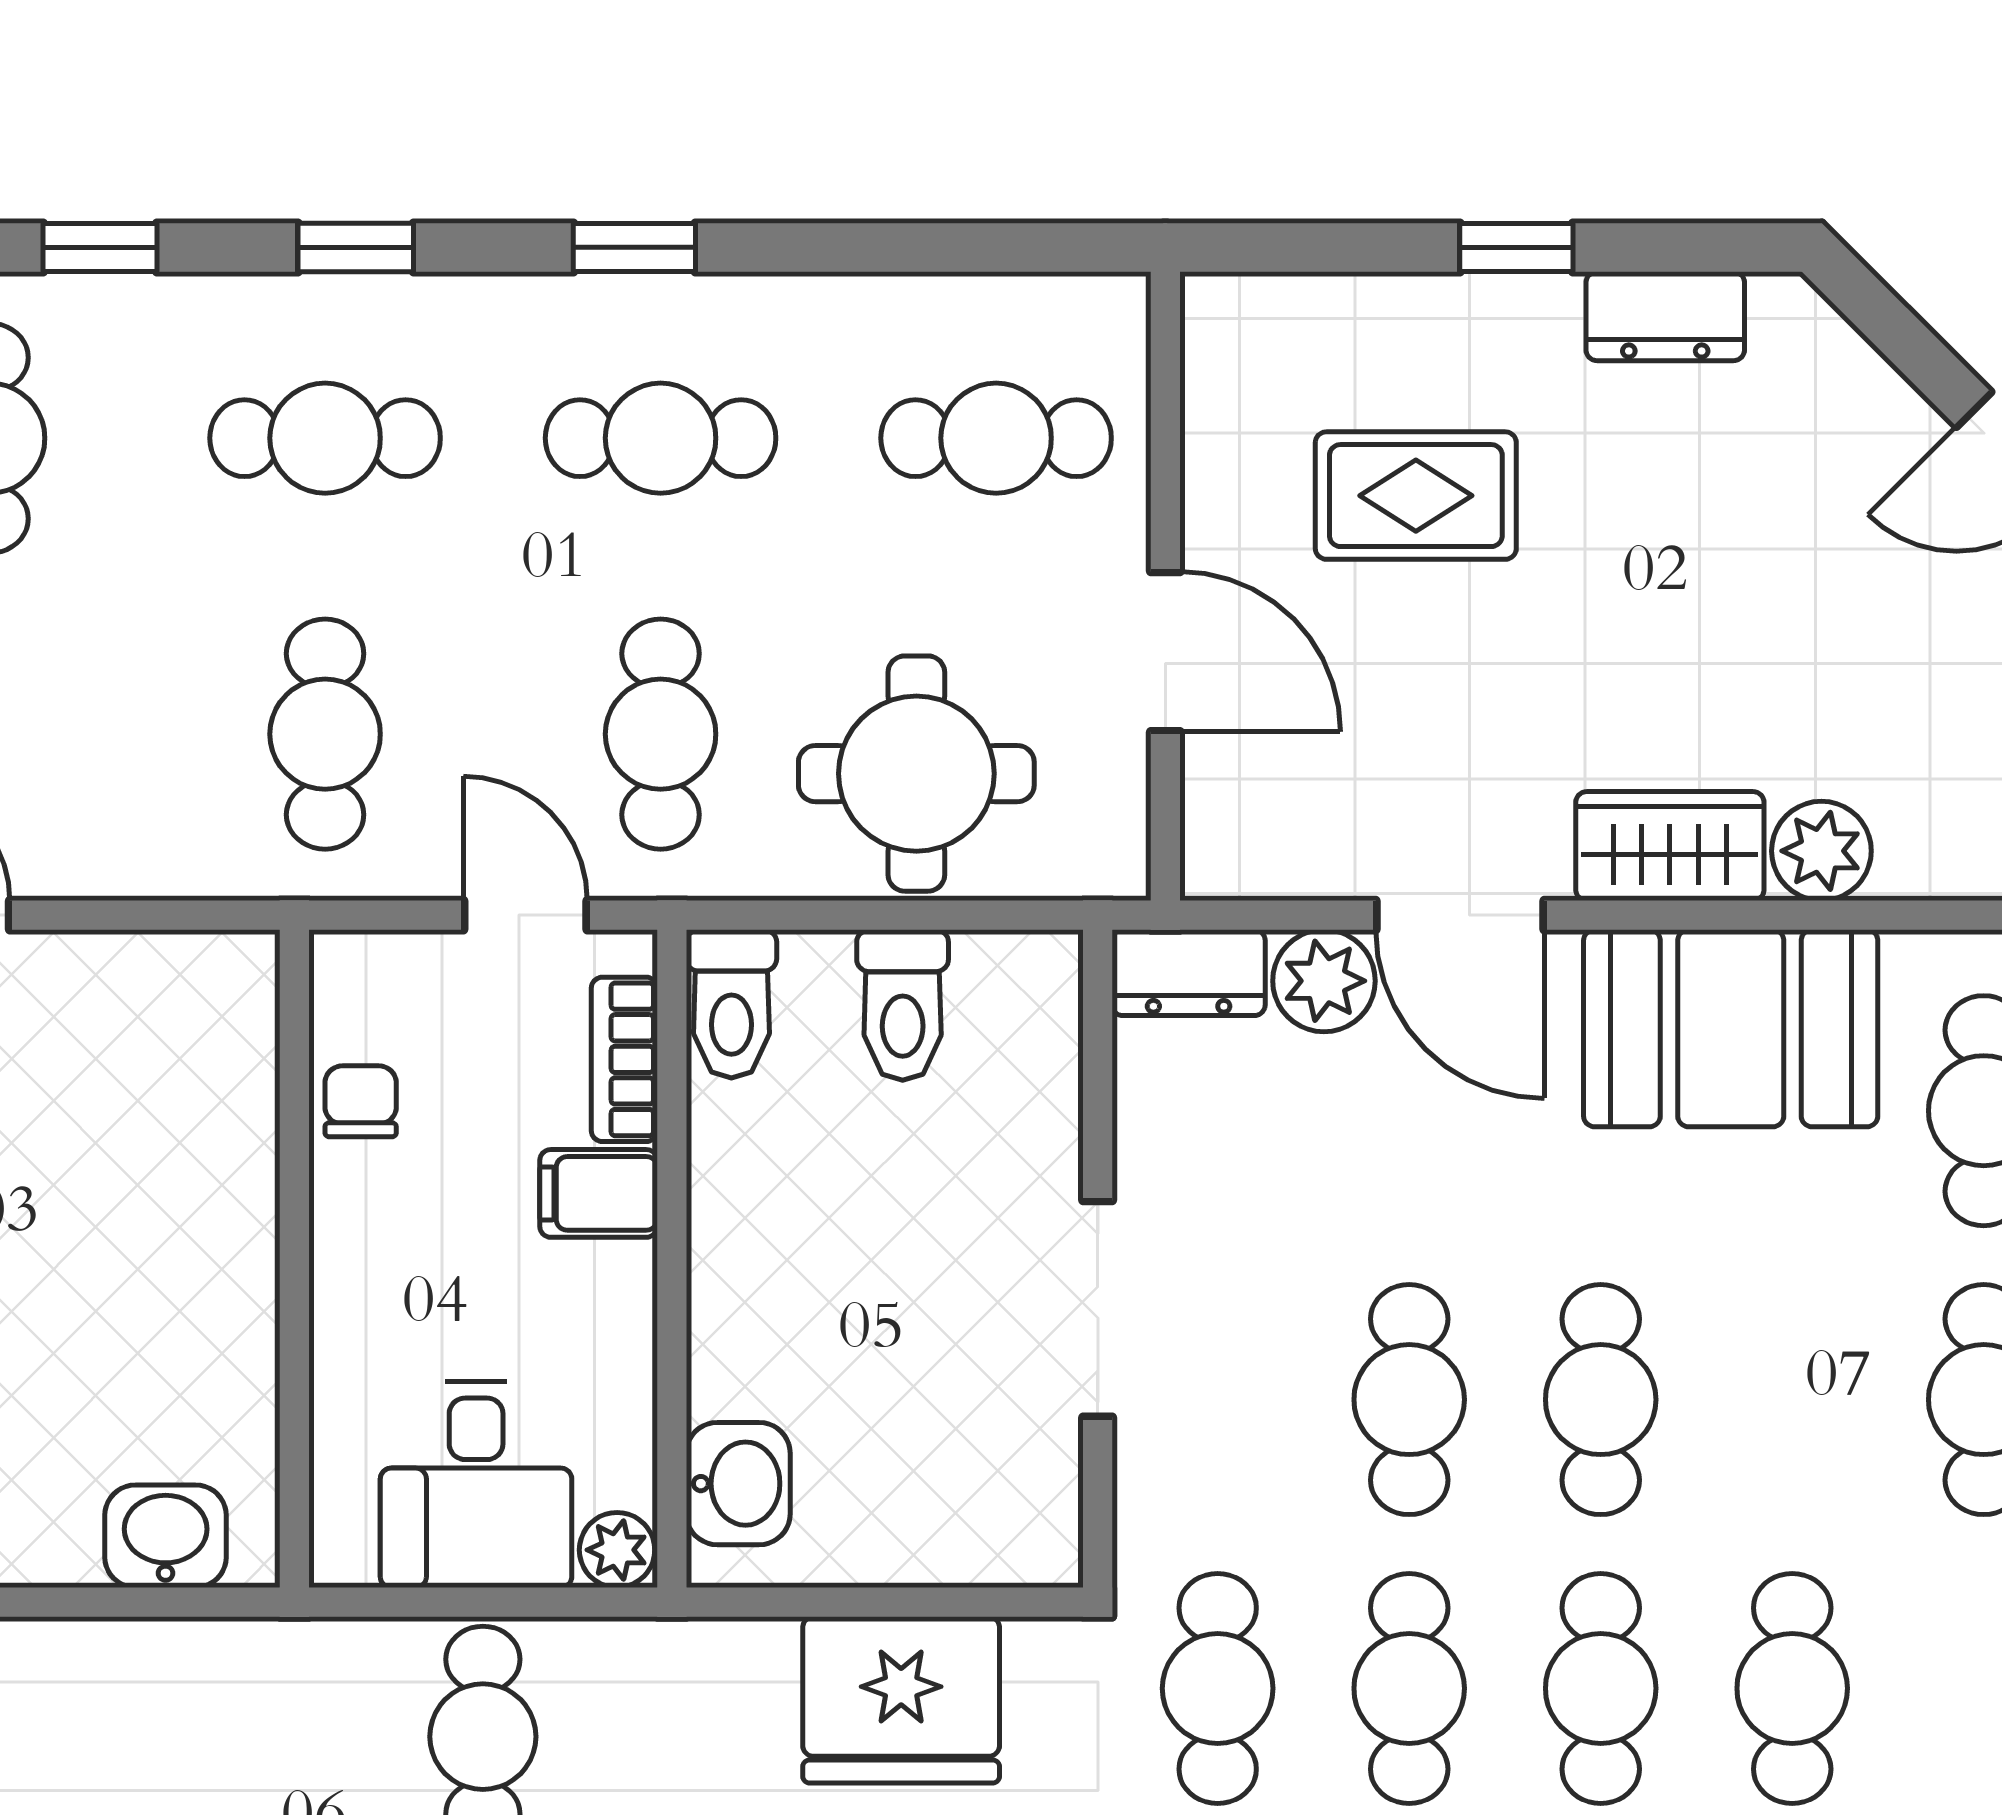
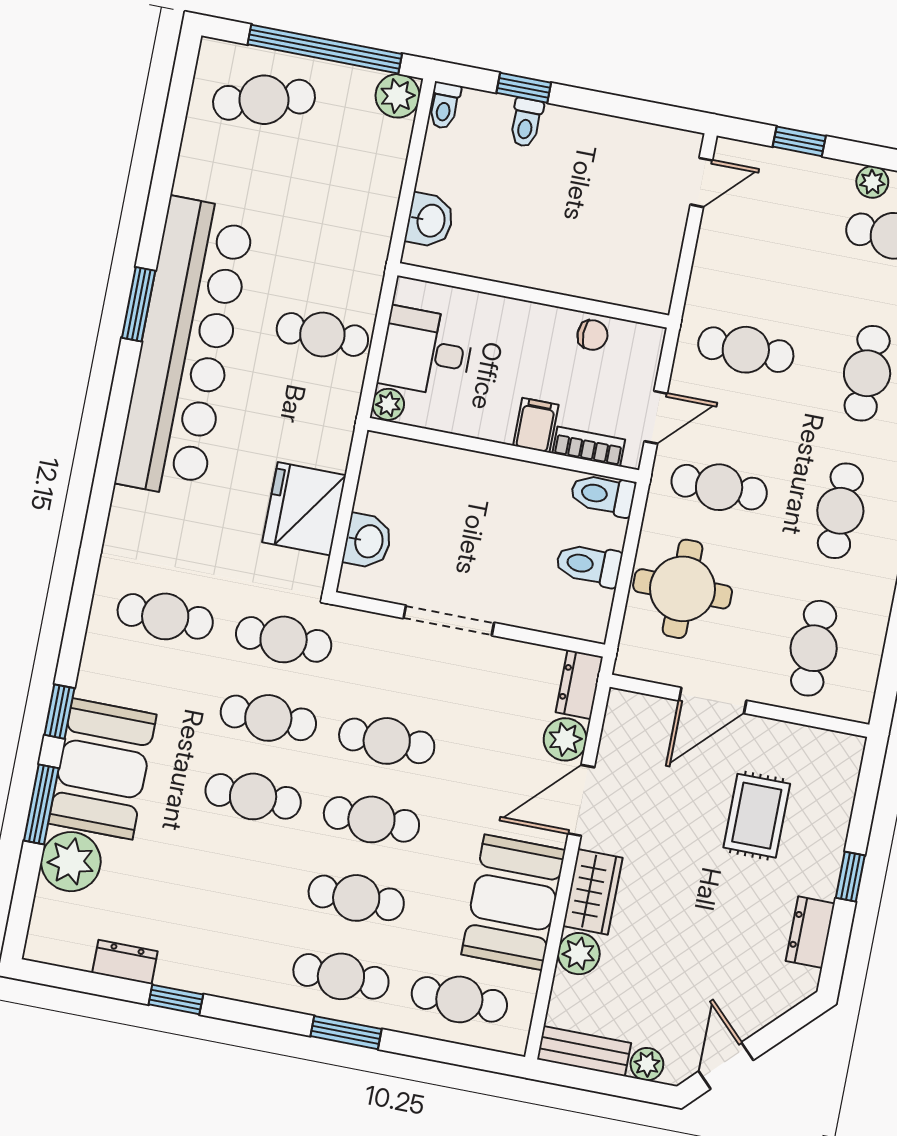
washbasin: (738, 1484) -> (368, 541), moved, turned -90
cafe table: (1792, 1688) -> (356, 898), moved

